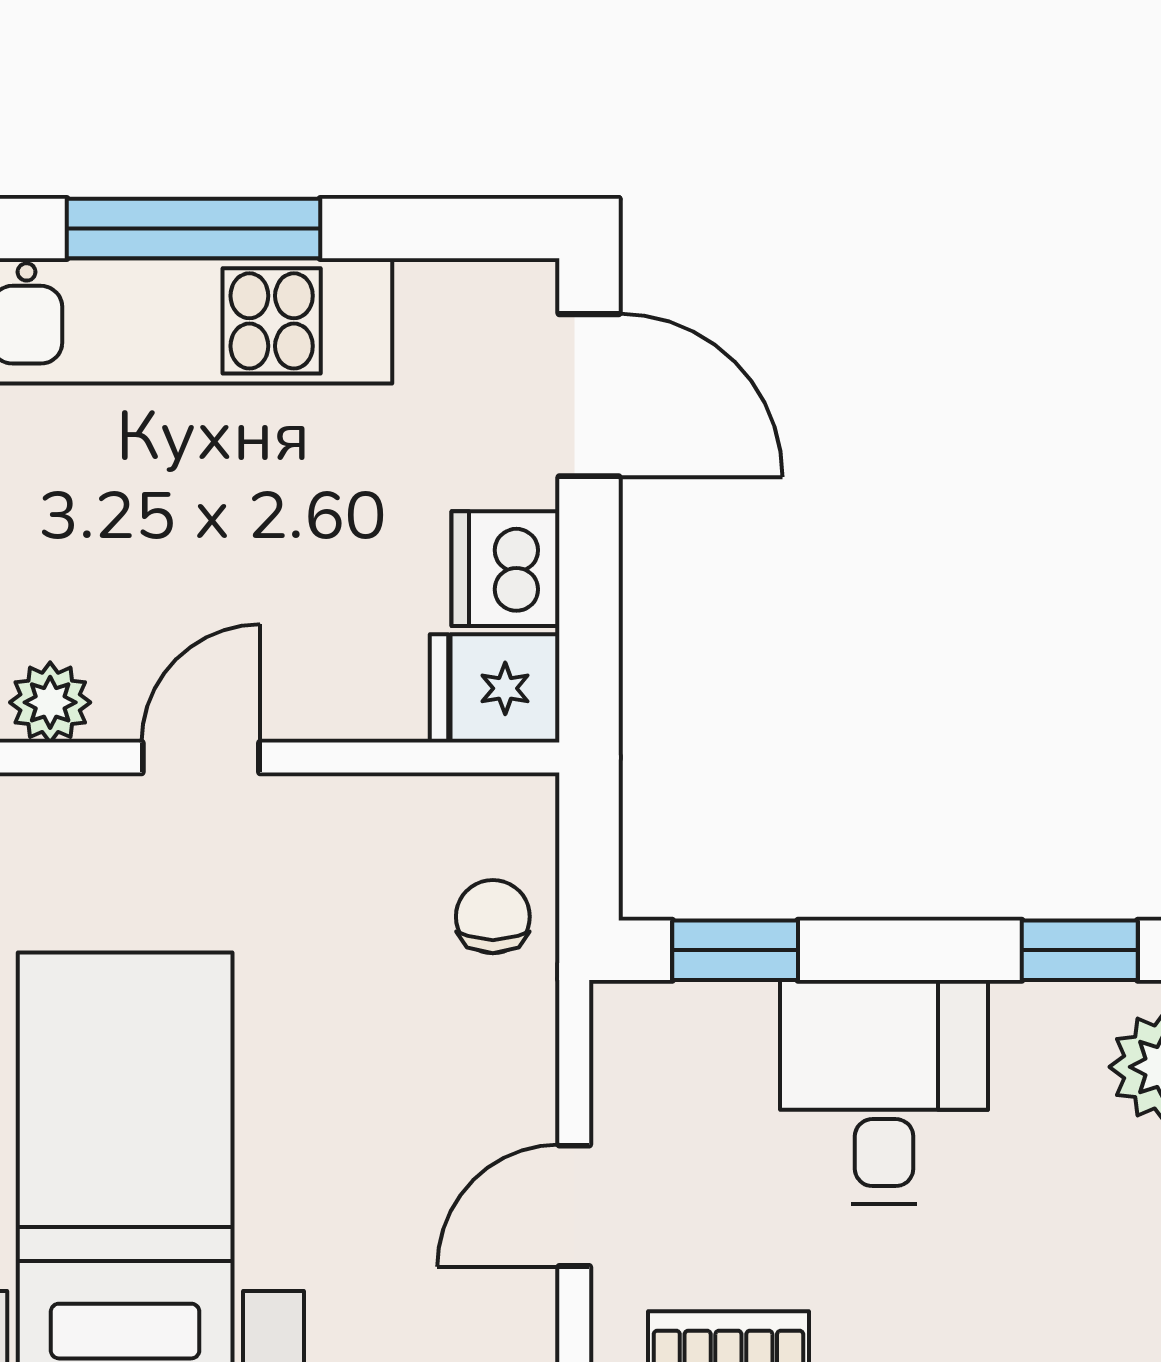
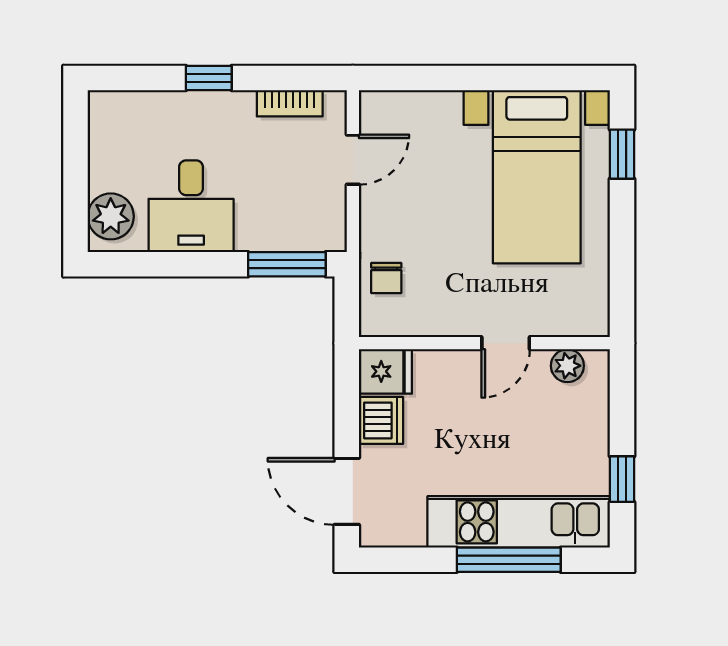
window: (735, 950) -> (287, 264), width x1.50
window: (1080, 950) -> (146, 264), removed
desk: (884, 1092) -> (191, 206), moved

